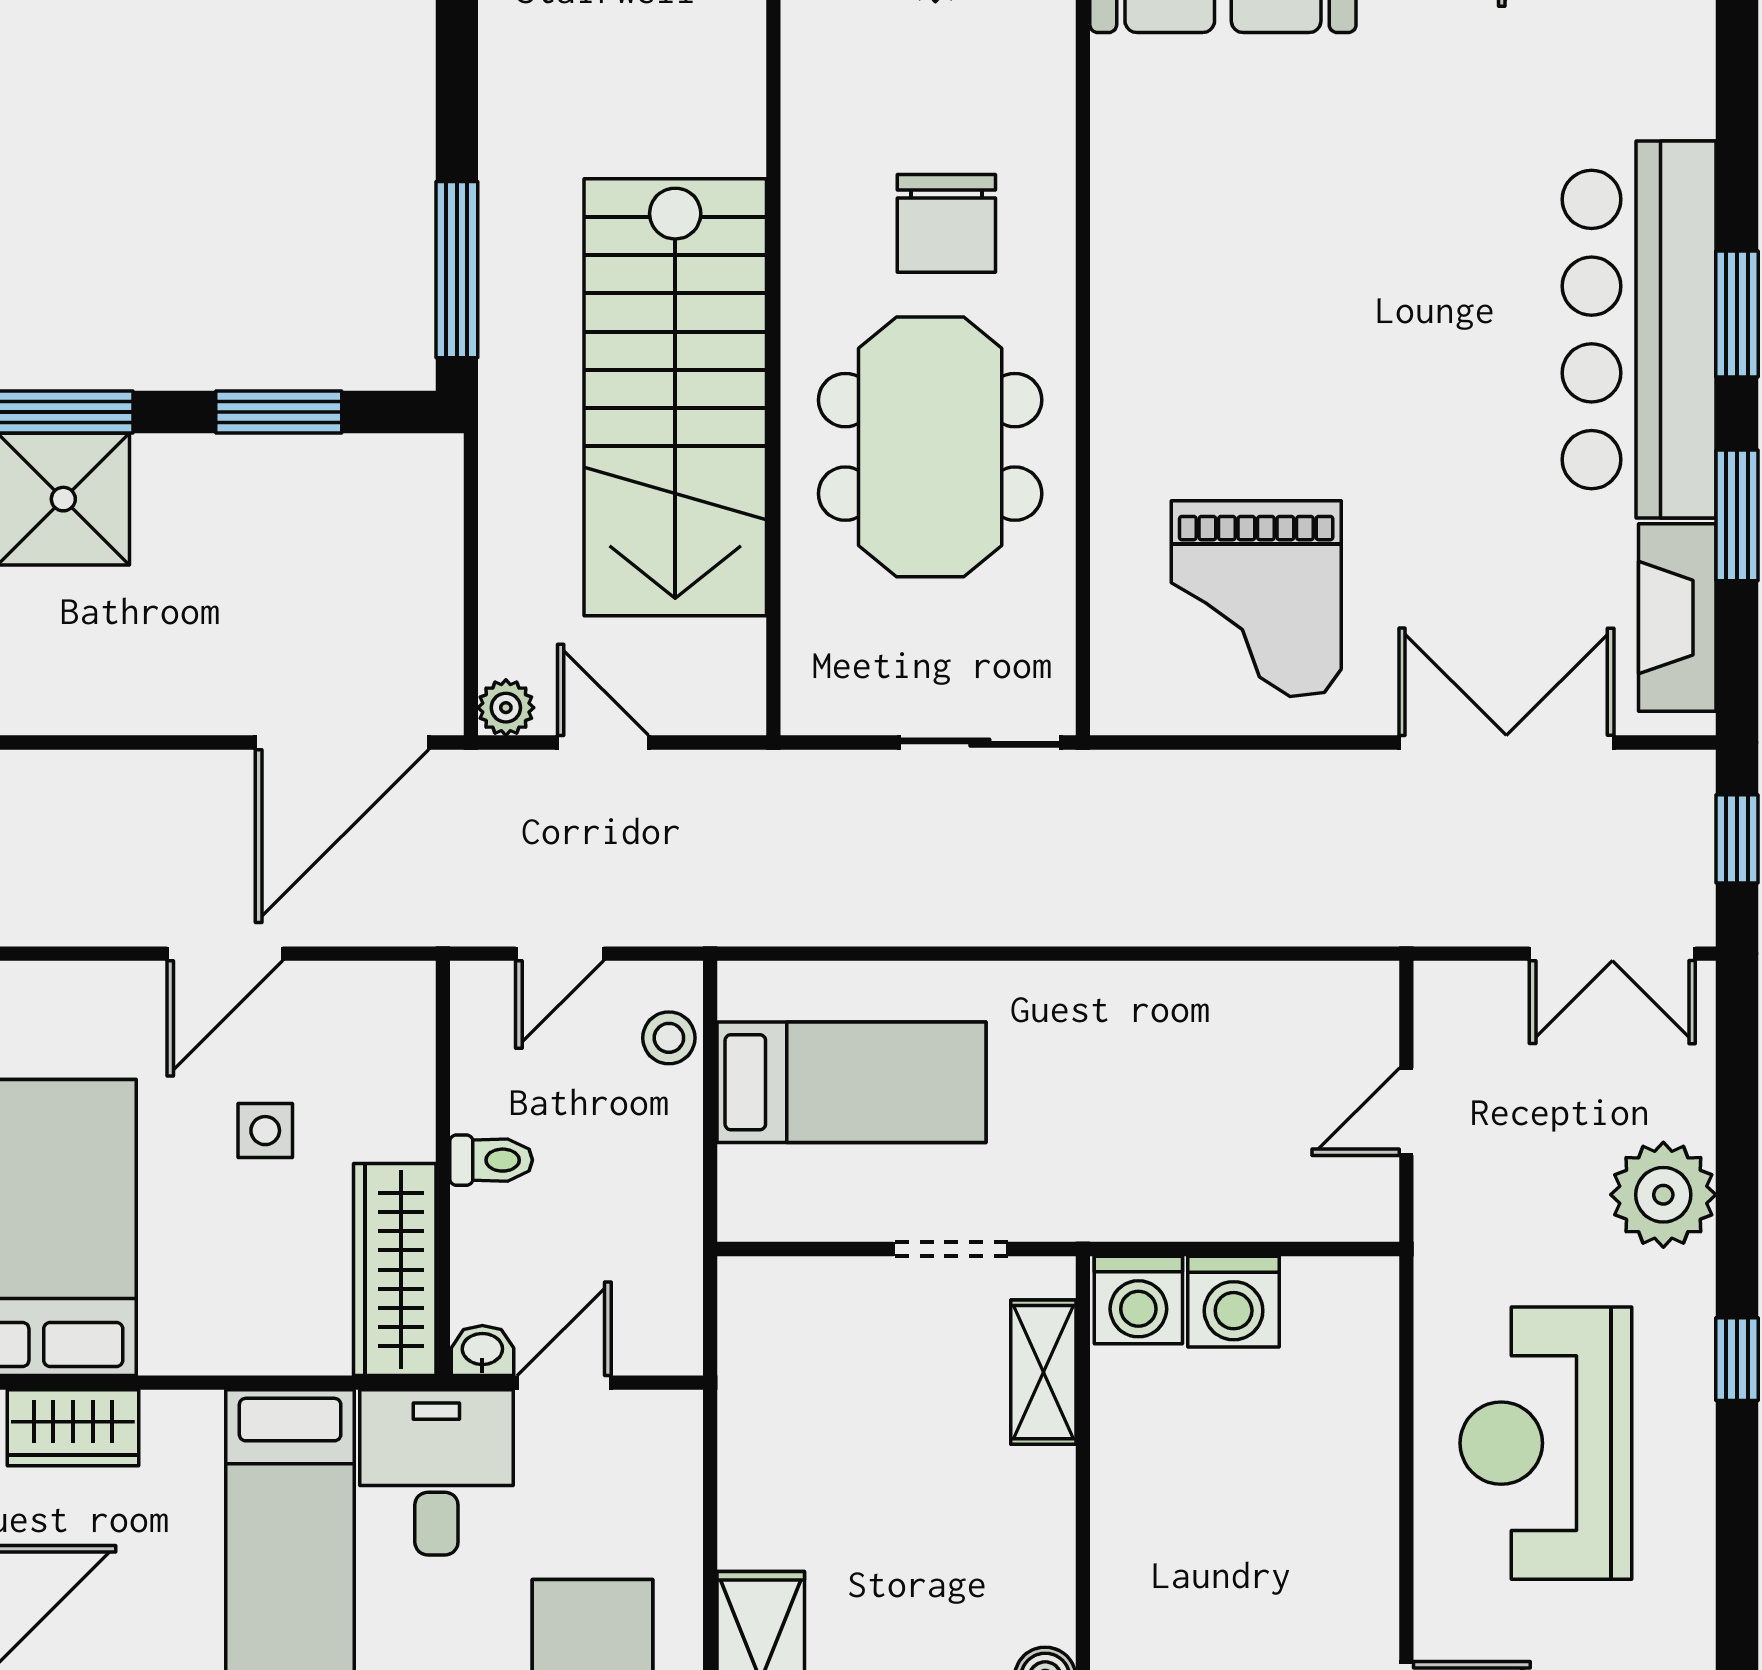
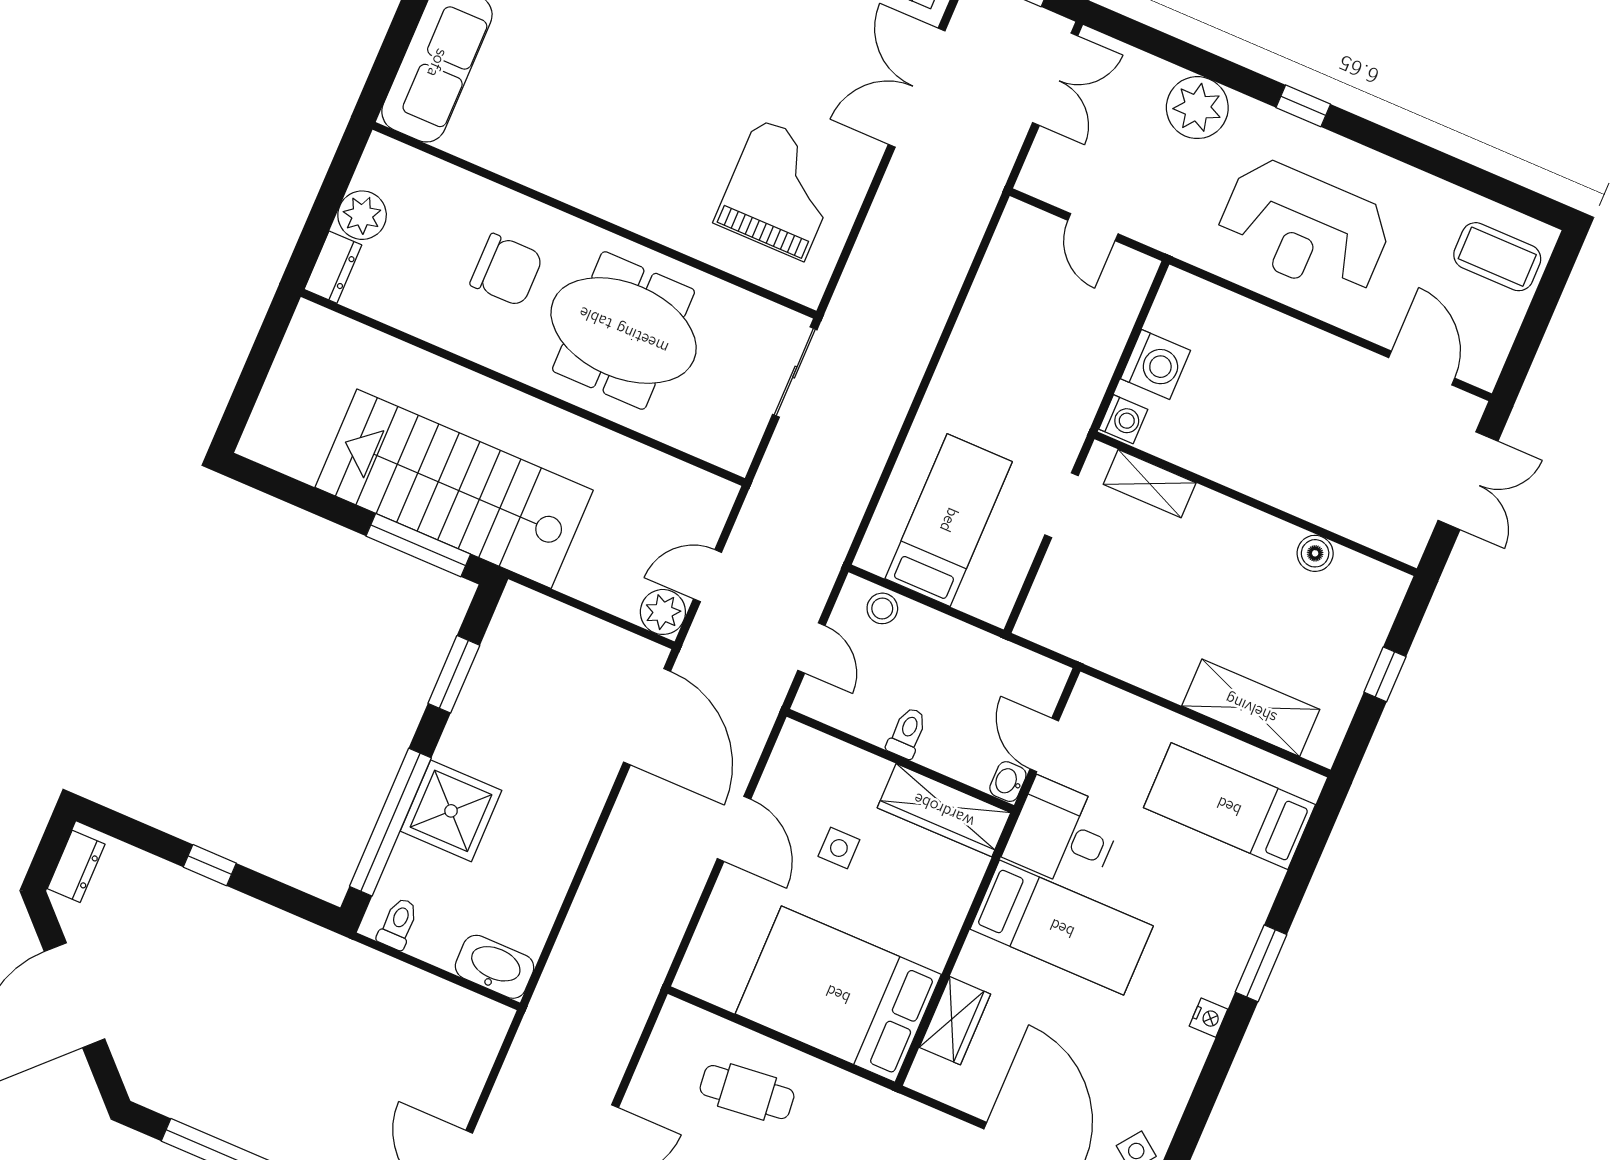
stairs: (675, 397) -> (454, 489), moved, turned 180
grand piano: (1256, 599) -> (781, 189), turned -90
plant: (506, 708) -> (663, 612), width x1.38, depth x1.38
washing machine: (1138, 1300) -> (1123, 419), width x0.73, depth x0.73

